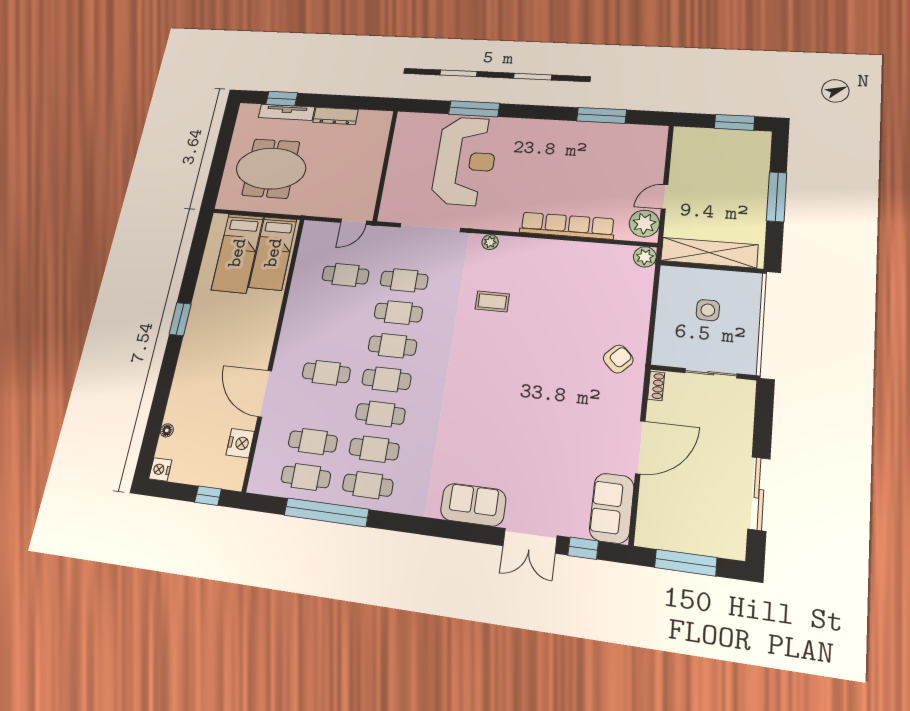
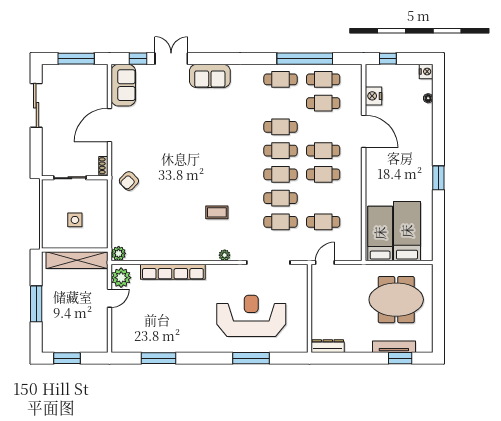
dresser: (336, 116) -> (328, 346), moved
reception desk: (465, 161) -> (251, 316), turned 90
cafe table: (374, 449) -> (323, 174), moved

